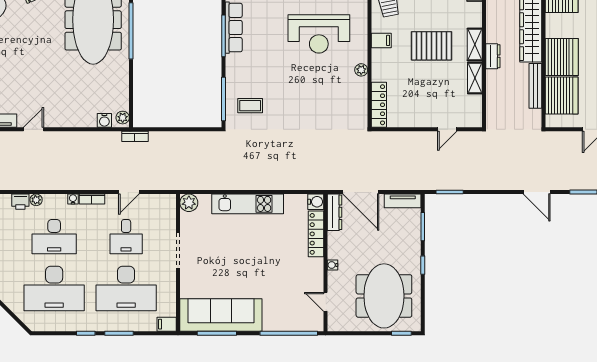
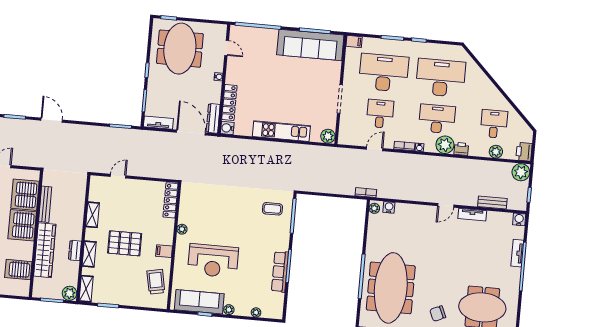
reception desk: (319, 34) -> (213, 261), turned 180
shelving: (475, 44) -> (89, 254), moved
dresser: (493, 56) -> (75, 250), moved
plant: (36, 200) -> (445, 145), width x1.87, depth x1.87

